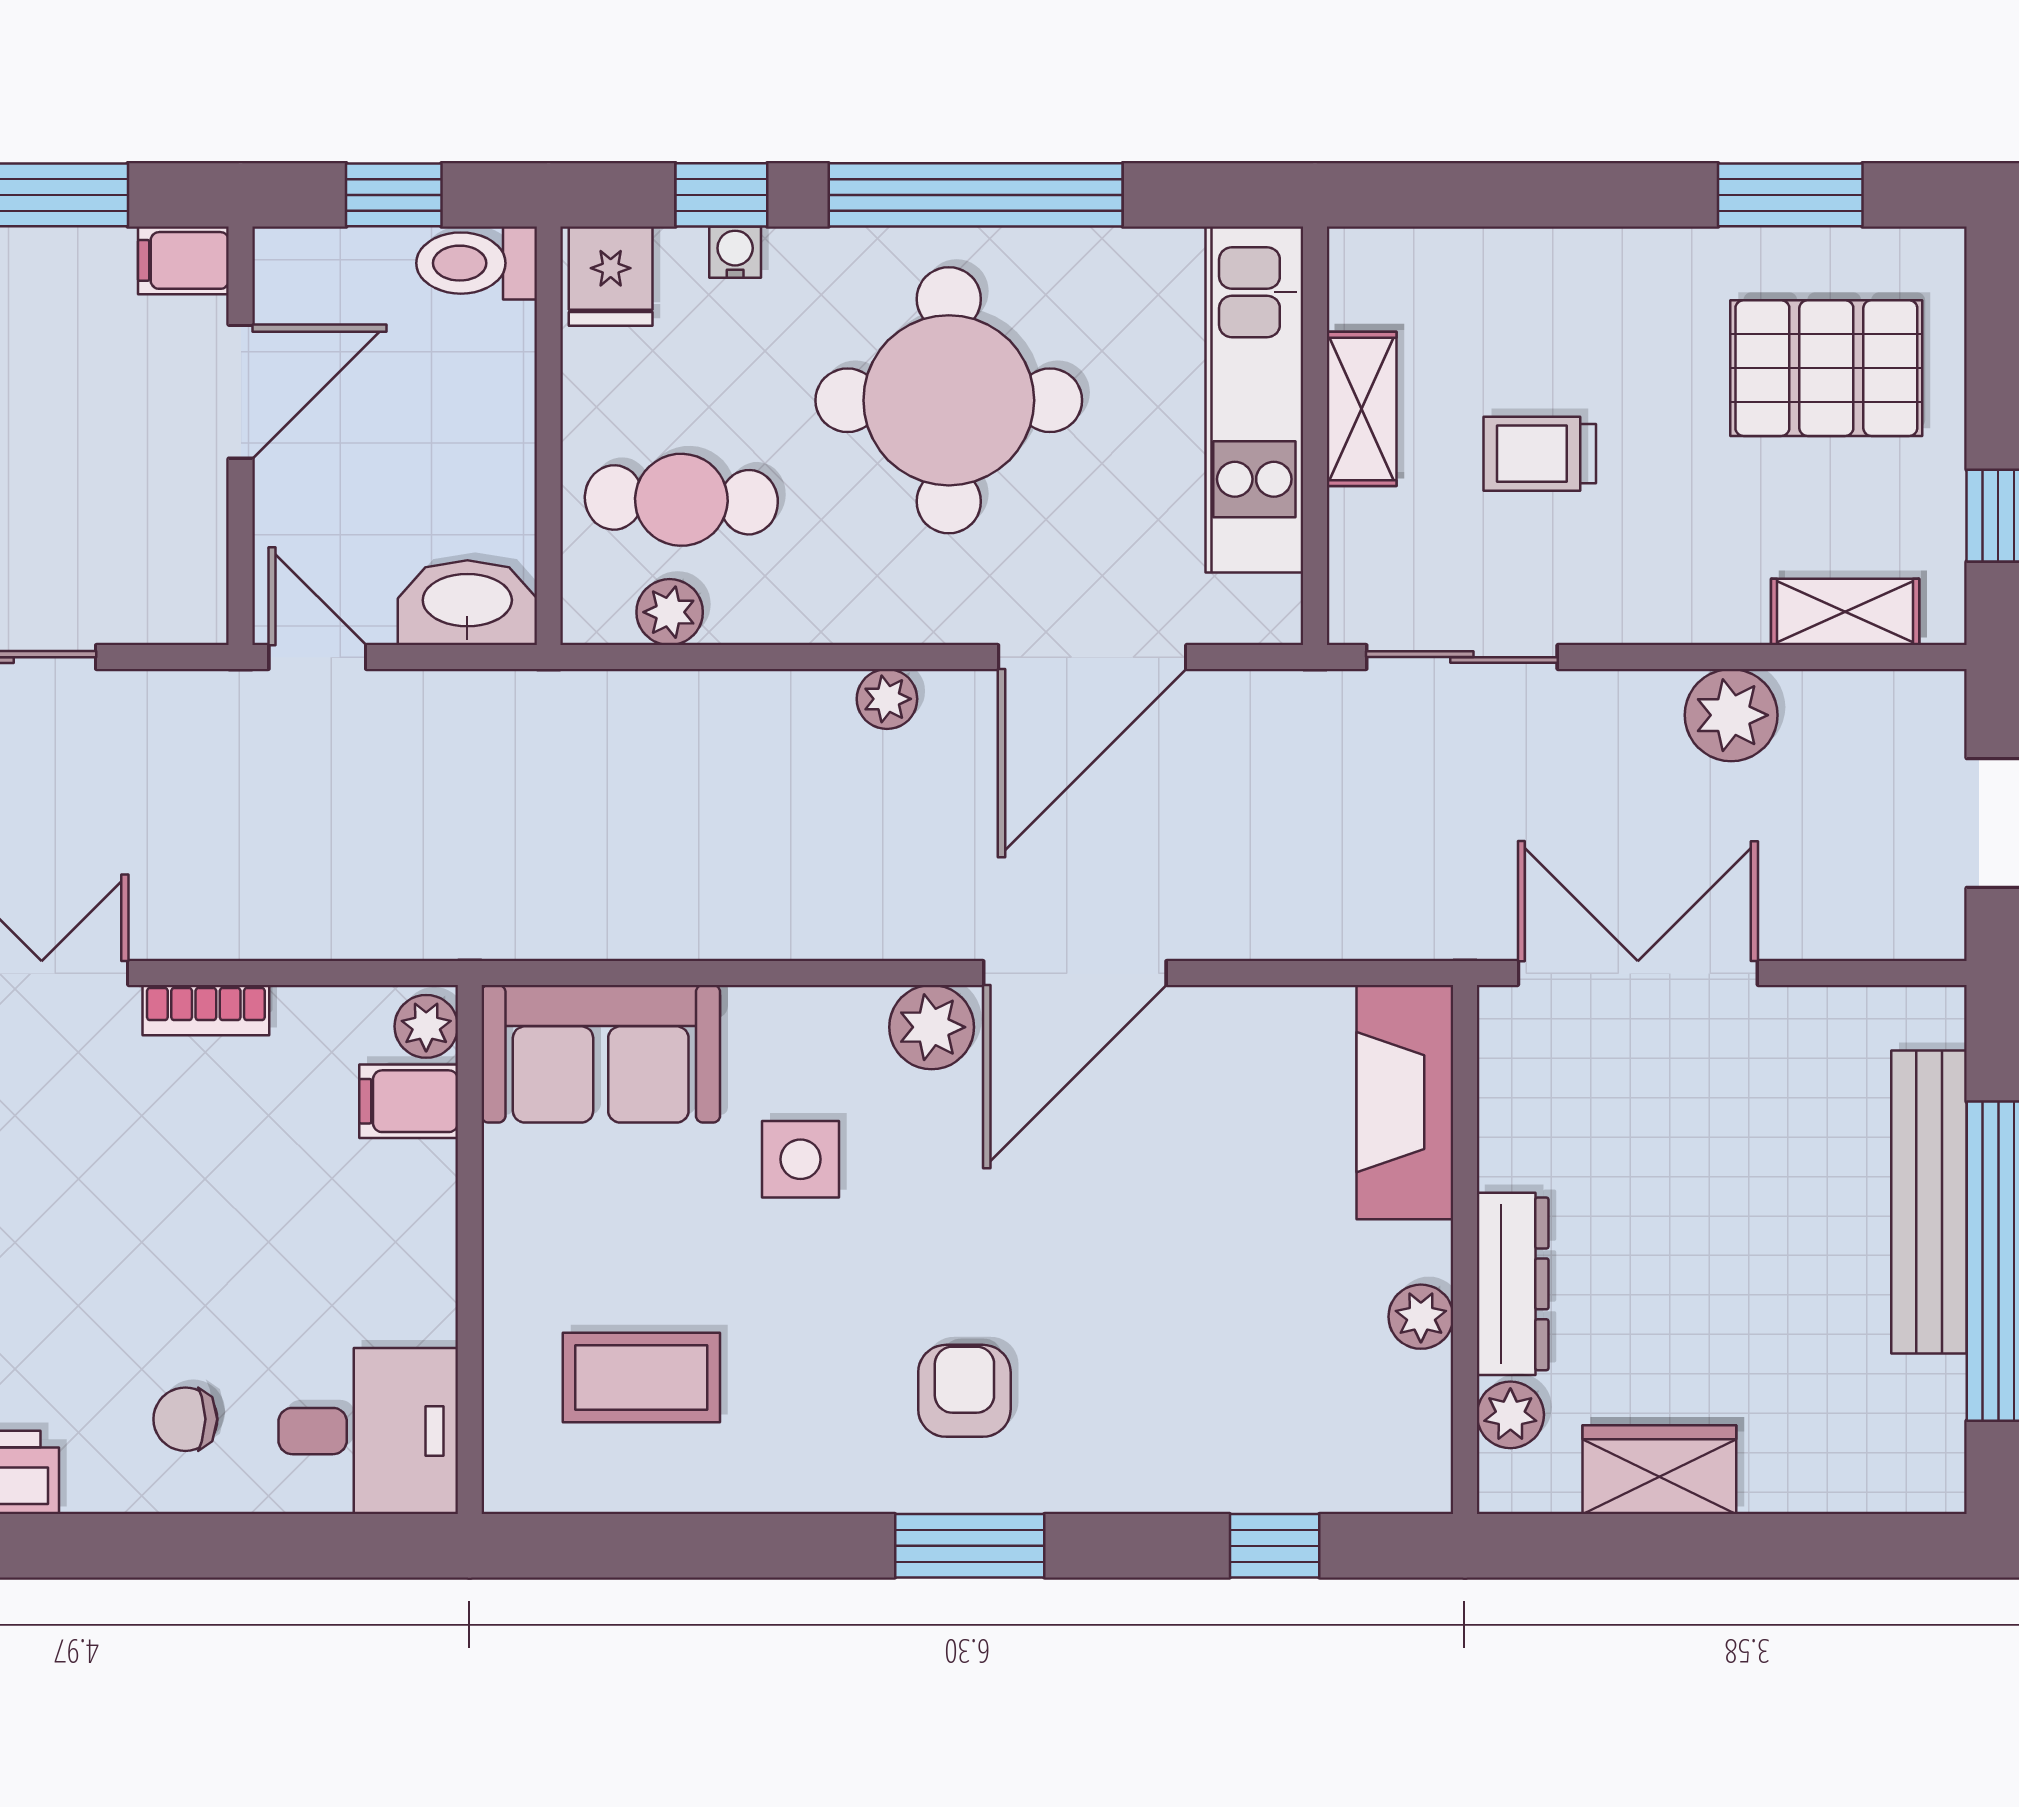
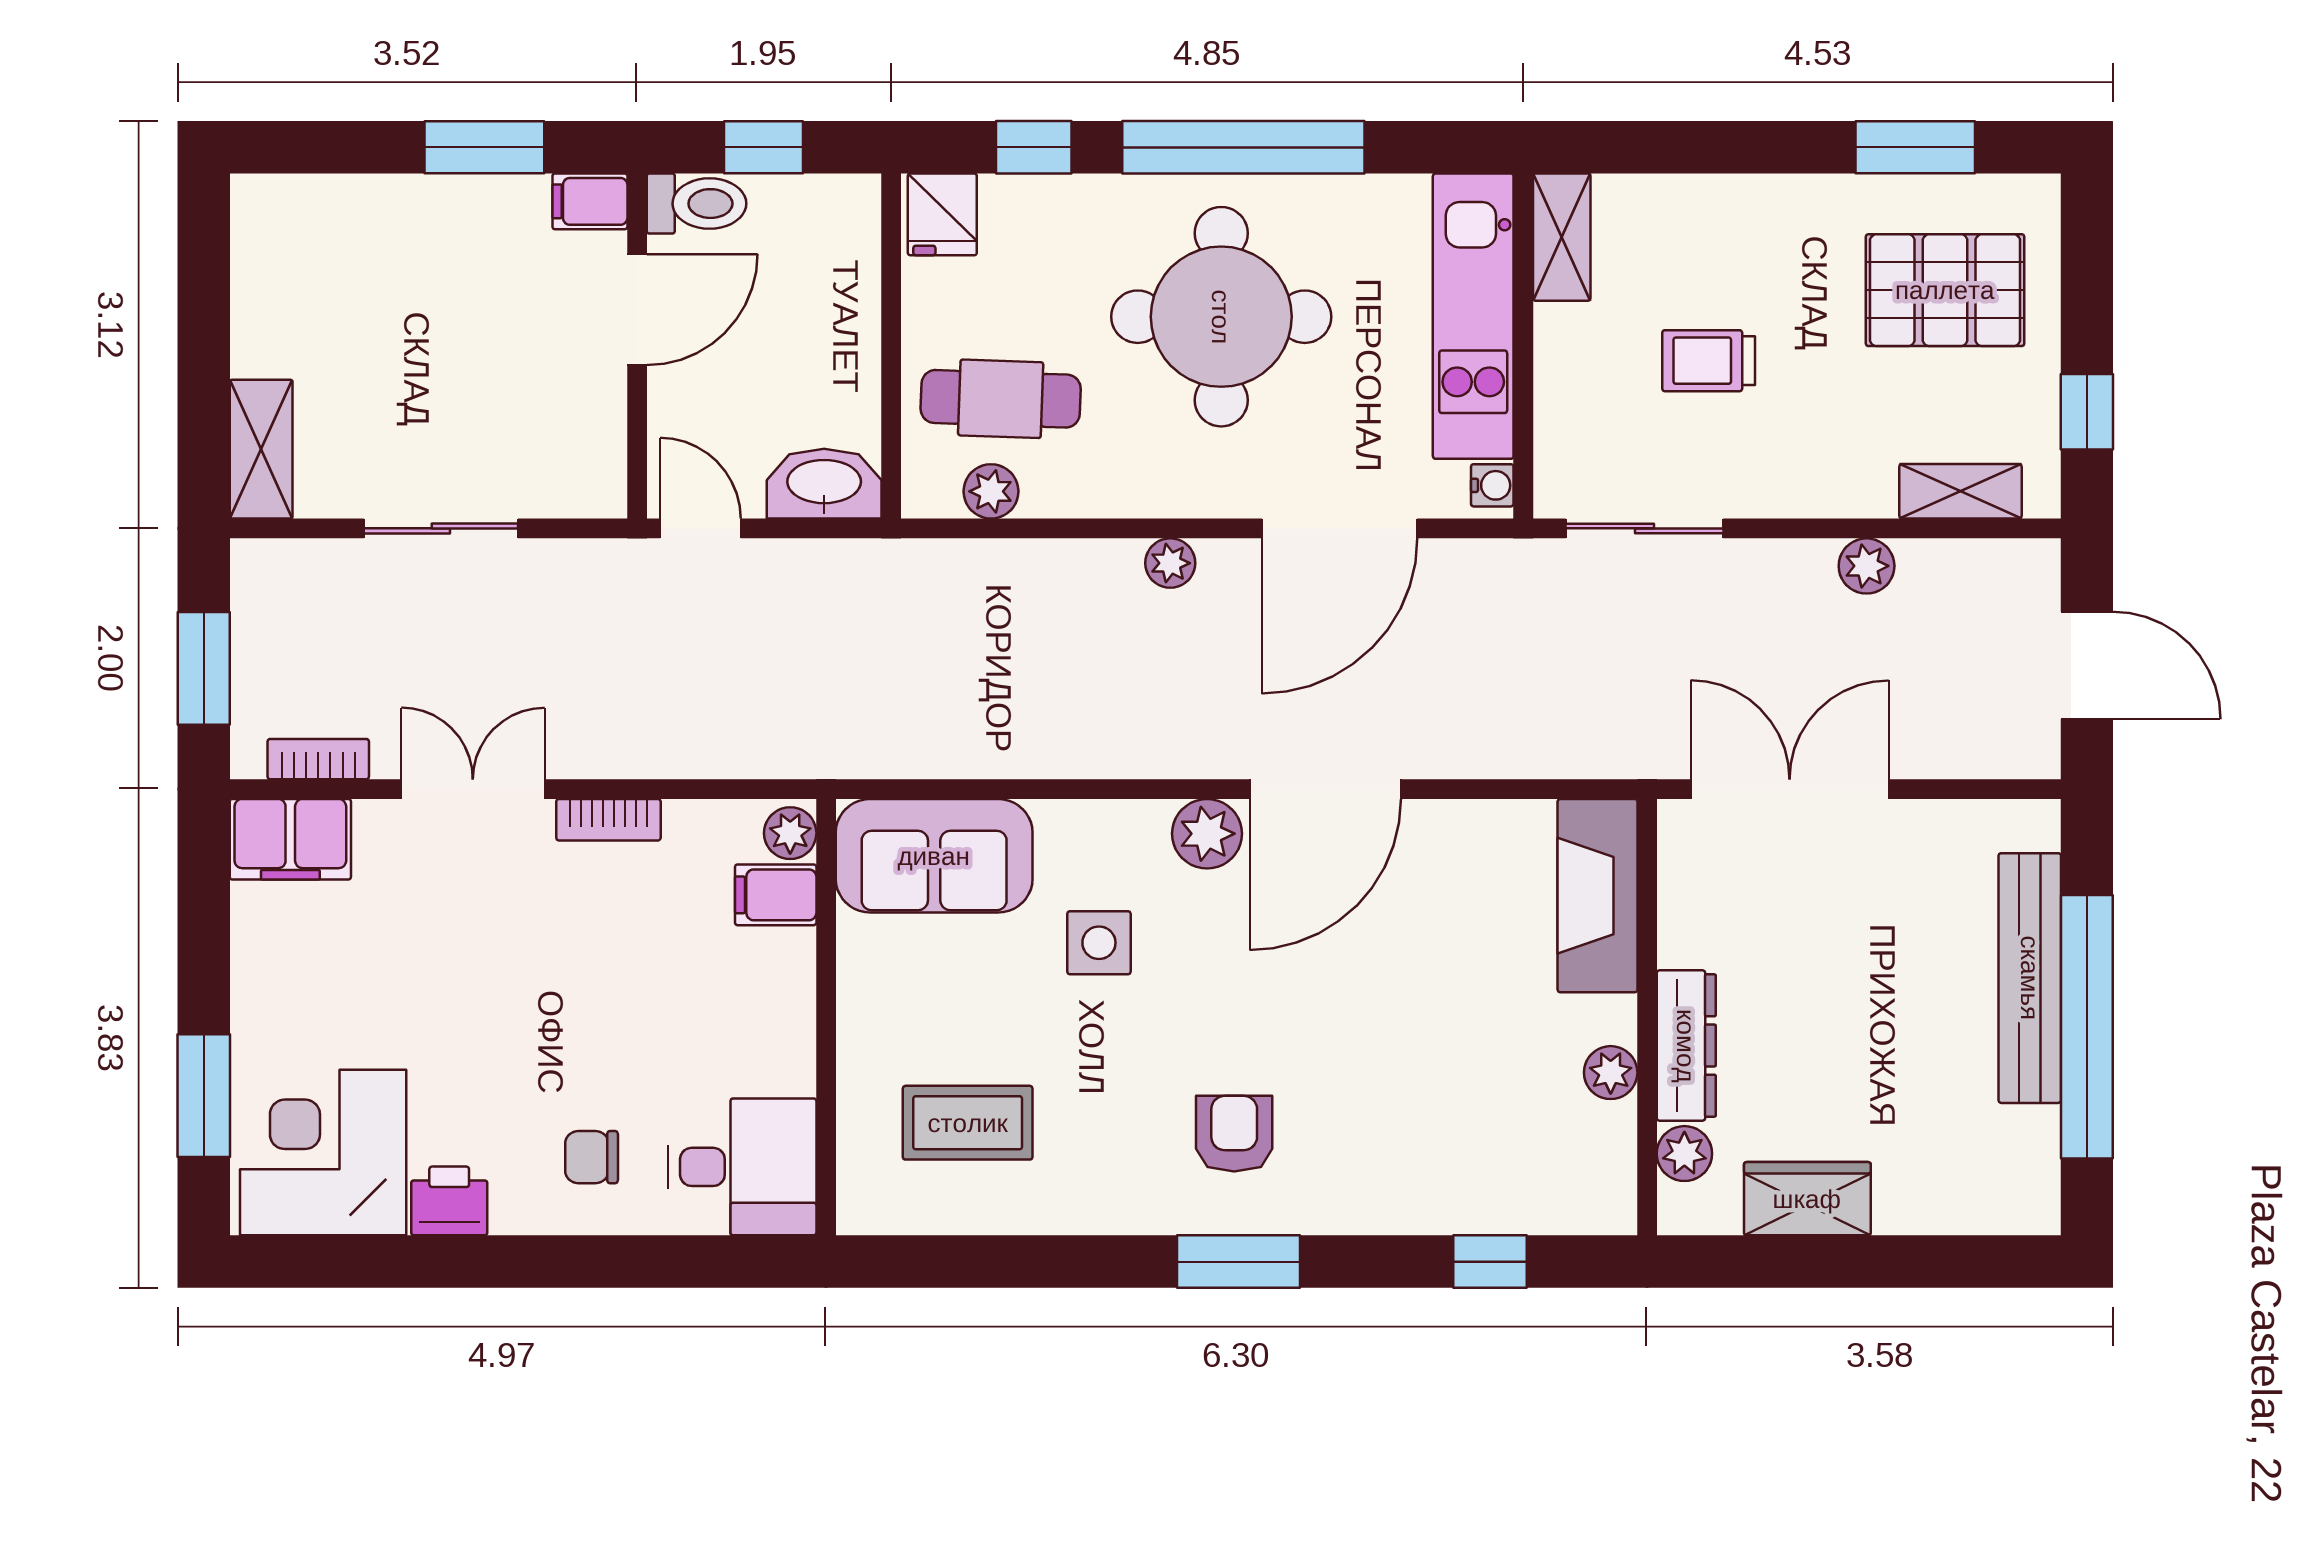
water cooler: (735, 252) -> (1492, 485), moved, turned 90
toilet: (477, 263) -> (697, 204), moved, turned 180
shelving: (1362, 409) -> (1562, 237), moved
plant: (1731, 715) -> (1867, 566), width x0.73, depth x0.73

